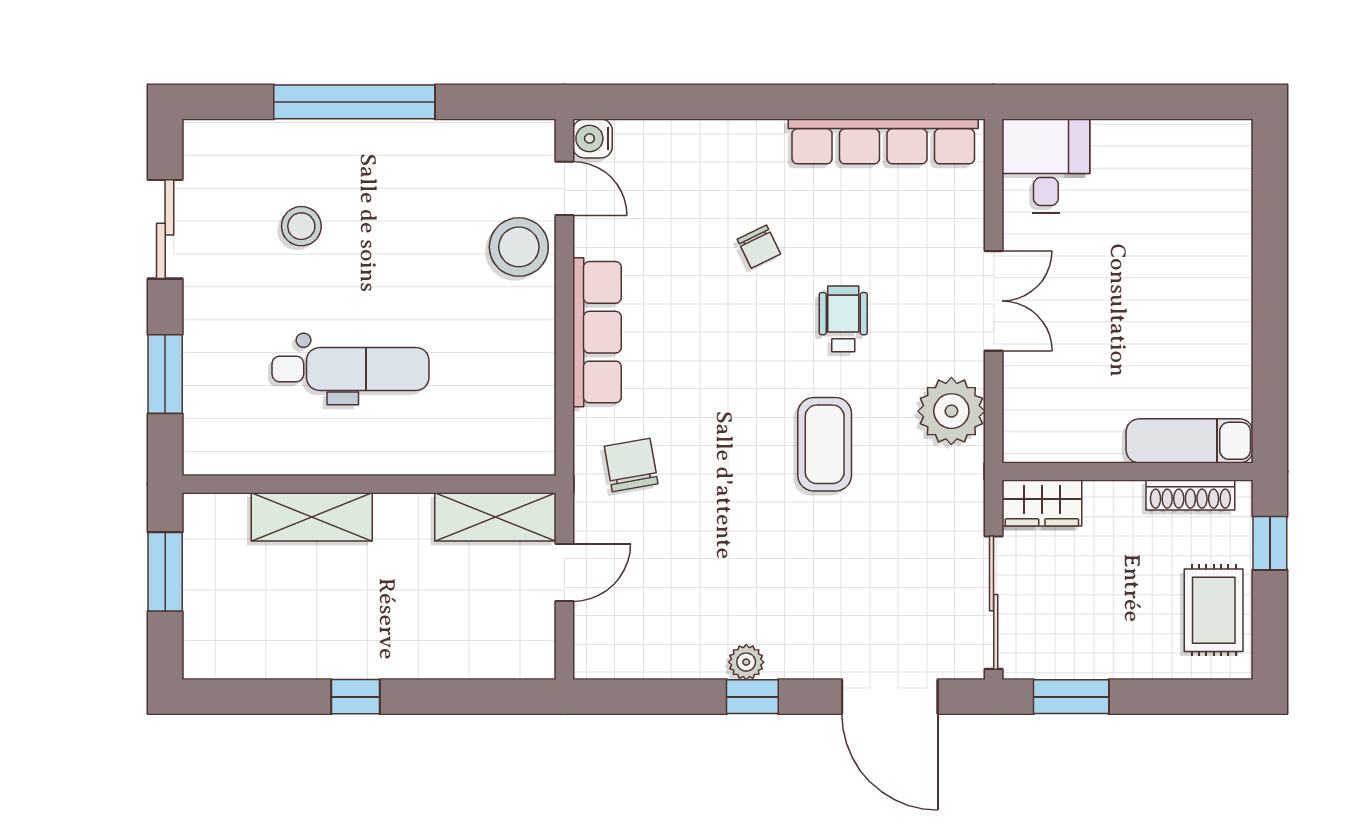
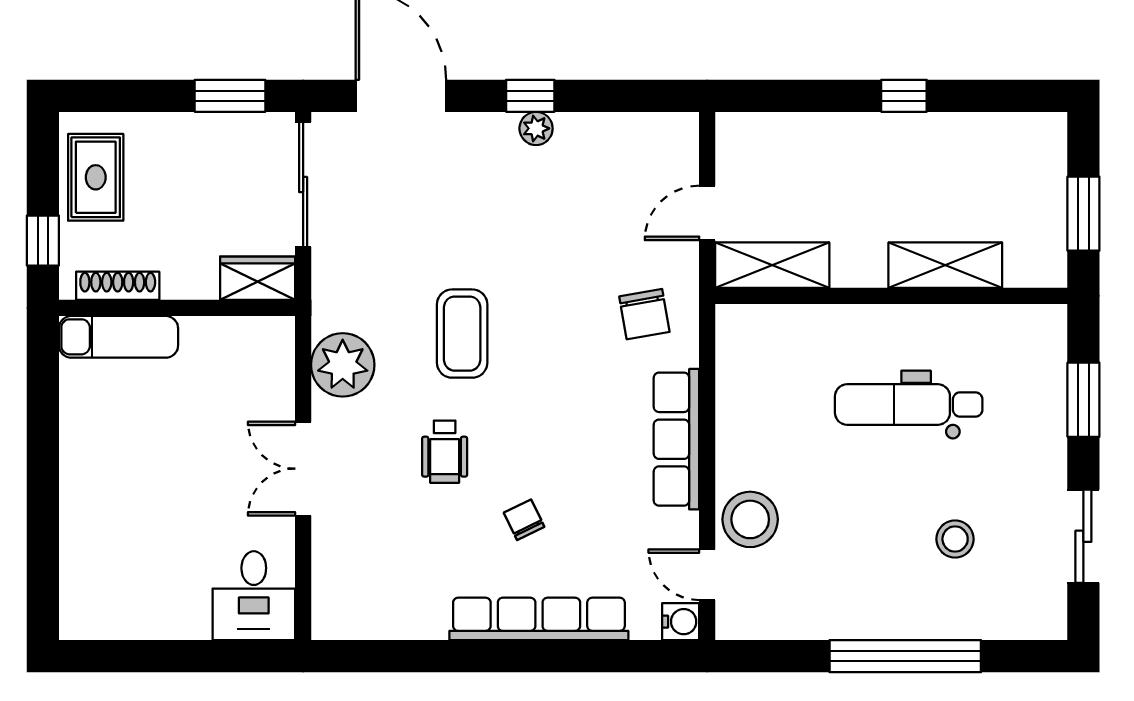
row of seats: (883, 141) -> (539, 619), moved

